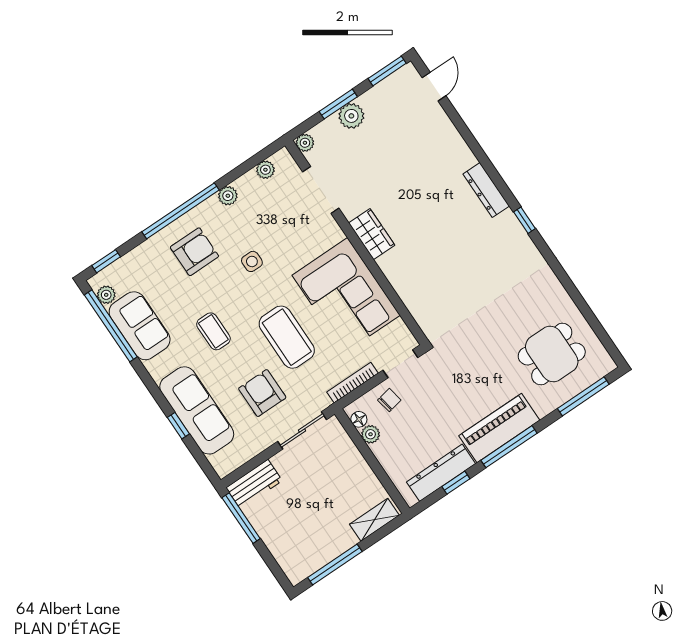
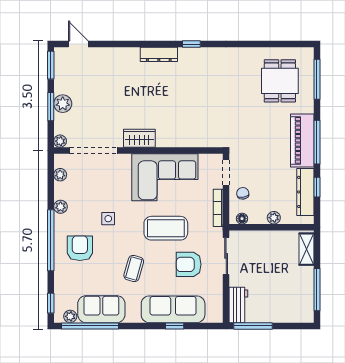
doorway: (321, 190) -> (94, 151), width x1.36
coffee table: (213, 331) -> (134, 268), turned -74
plant: (371, 434) -> (274, 218), moved

